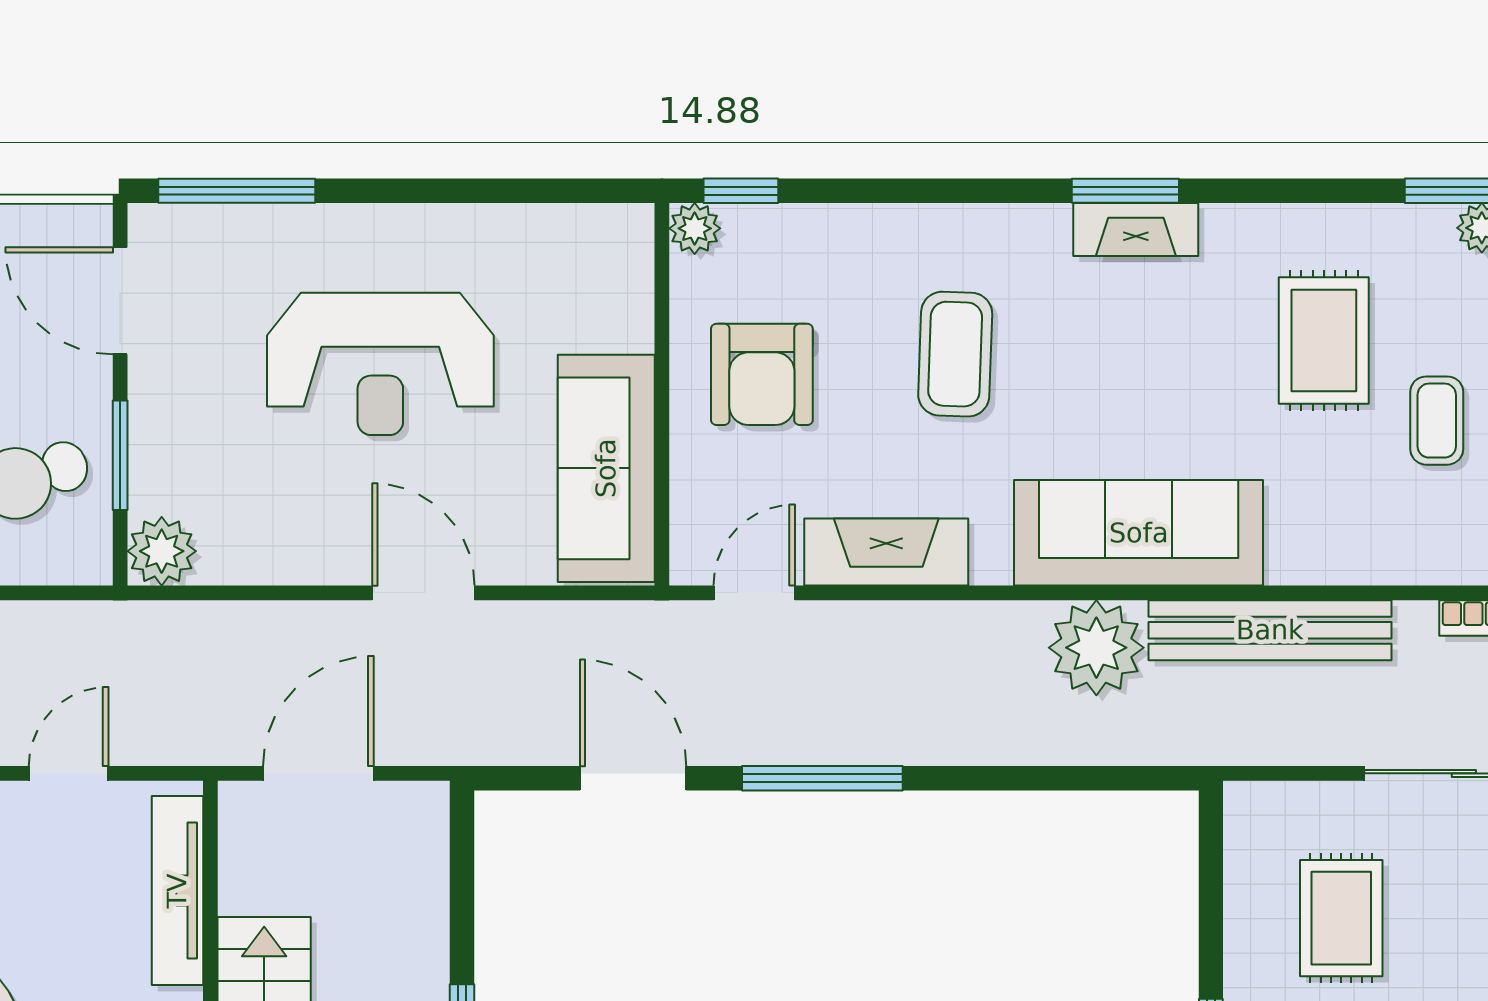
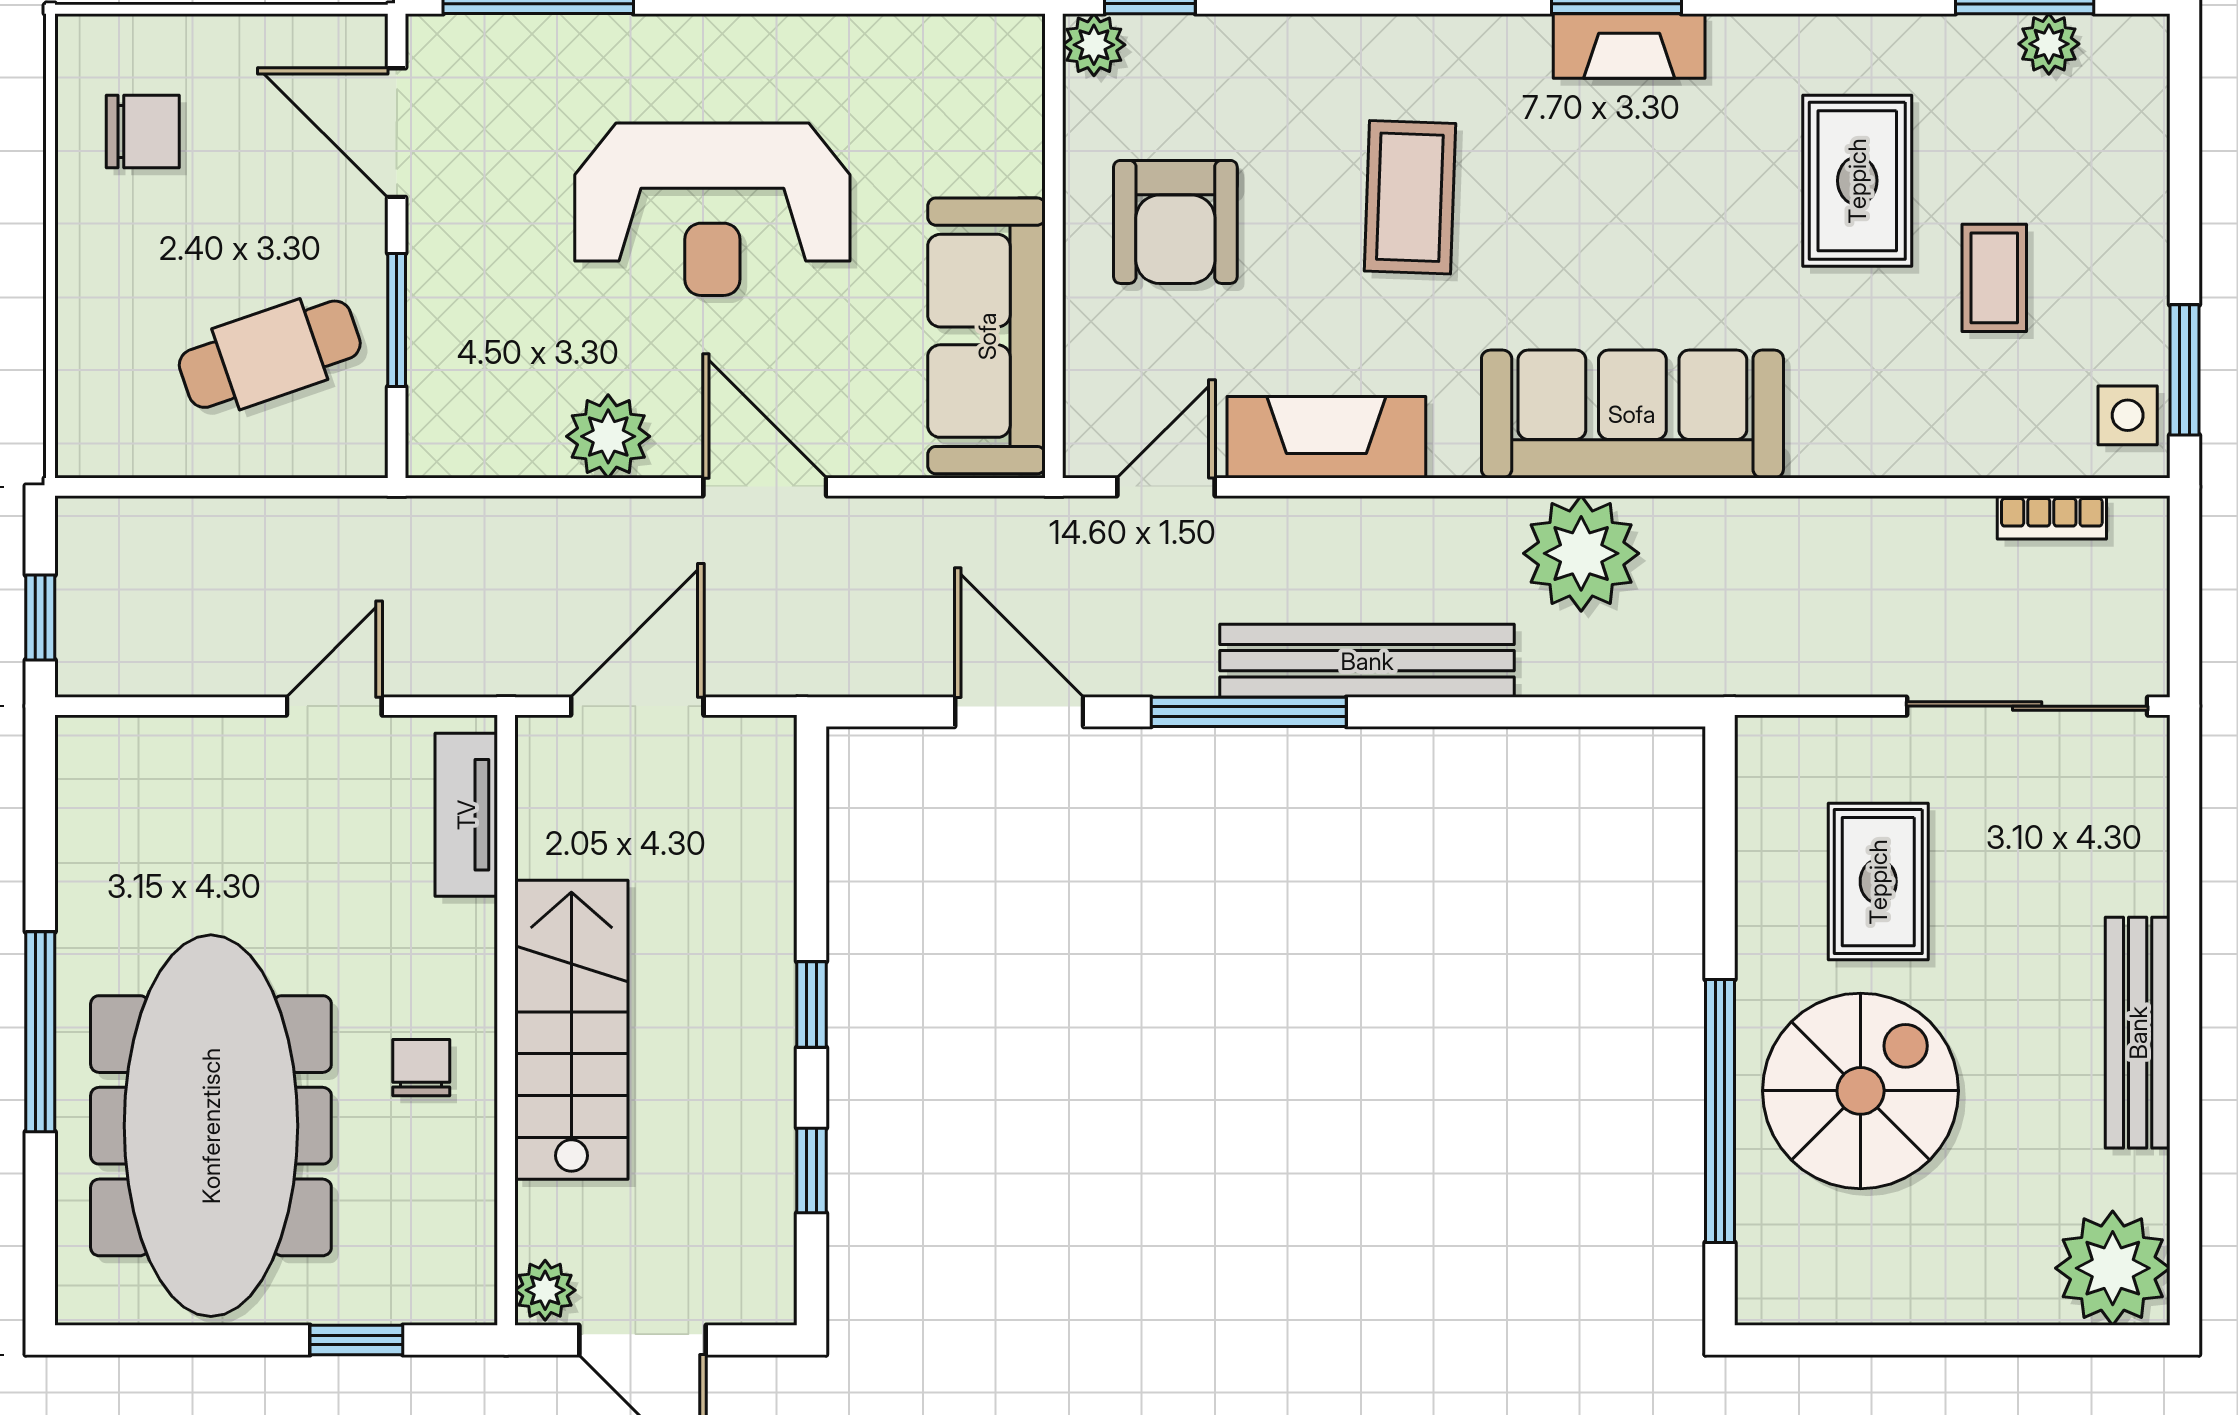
plant: (162, 551) -> (608, 436), moved
bench: (1270, 630) -> (1367, 661), moved
tv unit: (177, 891) -> (466, 815), width x0.71

